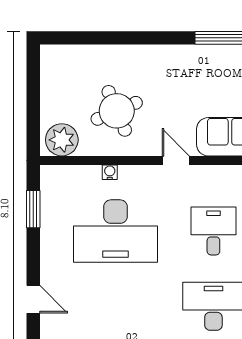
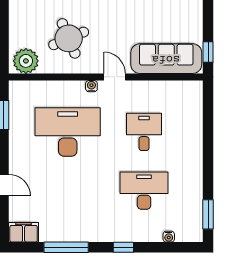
water cooler: (110, 172) -> (91, 86), moved
desk: (115, 231) -> (68, 132), turned 180

